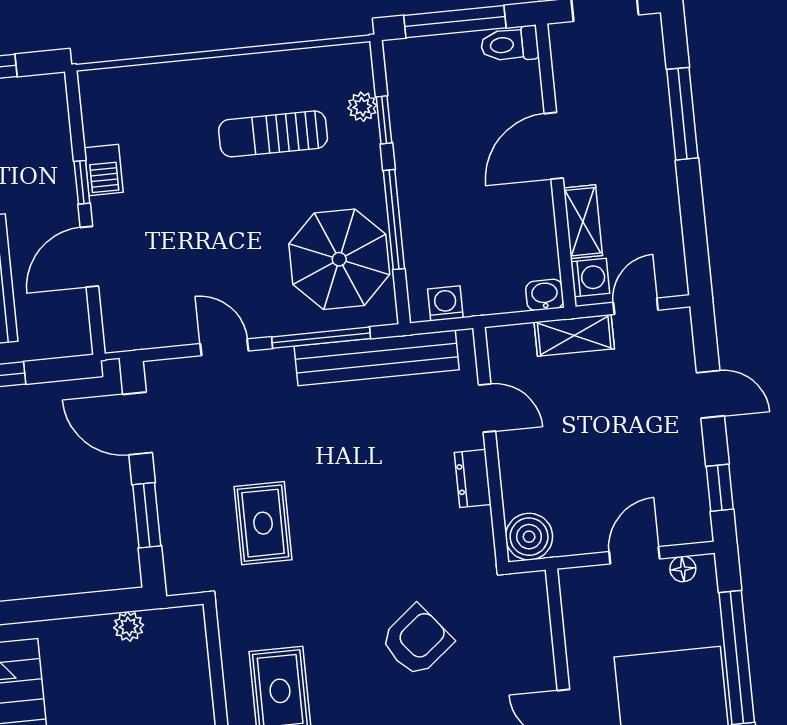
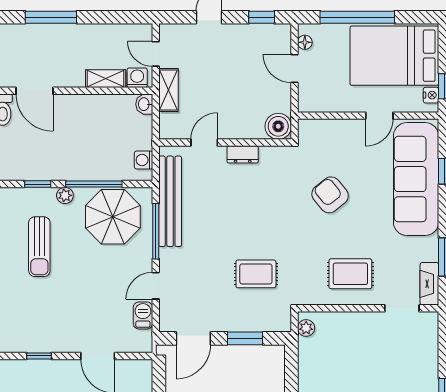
plant: (362, 107) -> (65, 195), moved
door: (554, 146) -> (34, 91), moved
barbecue: (104, 170) -> (143, 315), moved, turned -90
window: (82, 182) -> (39, 356), moved
plant: (129, 626) -> (306, 328), moved

